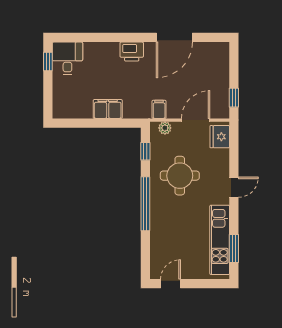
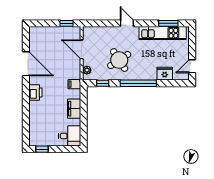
desk: (67, 58) -> (70, 136), moved, turned 180
filing cabinet: (159, 109) -> (74, 84), moved
fridge: (220, 137) -> (165, 74), moved, turned 180
round table: (180, 176) -> (119, 60), turned -33
door: (171, 284) -> (192, 66), hinge flipped

